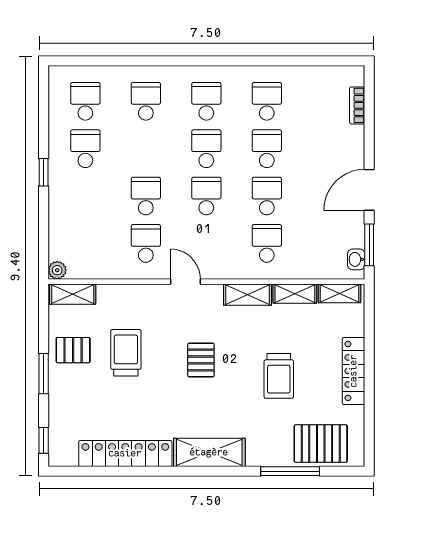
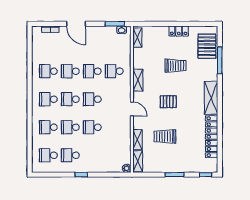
door: (369, 190) -> (76, 24), moved
school desk: (146, 243) -> (70, 127), moved
door: (185, 282) -> (132, 109), swing flipped
shelving: (295, 294) -> (137, 140), moved
pallet: (73, 350) -> (164, 161), removed
locker: (353, 371) -> (179, 31), width x0.66

